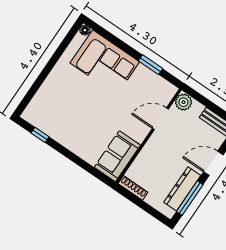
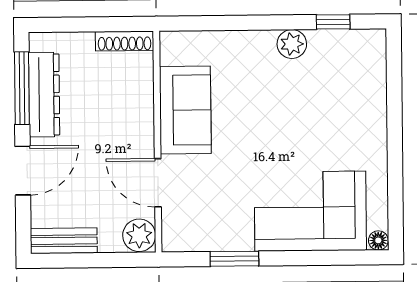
door: (160, 119) -> (158, 183), swing flipped
plant: (64, 138) -> (292, 44), added
sofa: (117, 156) -> (185, 110), moved

